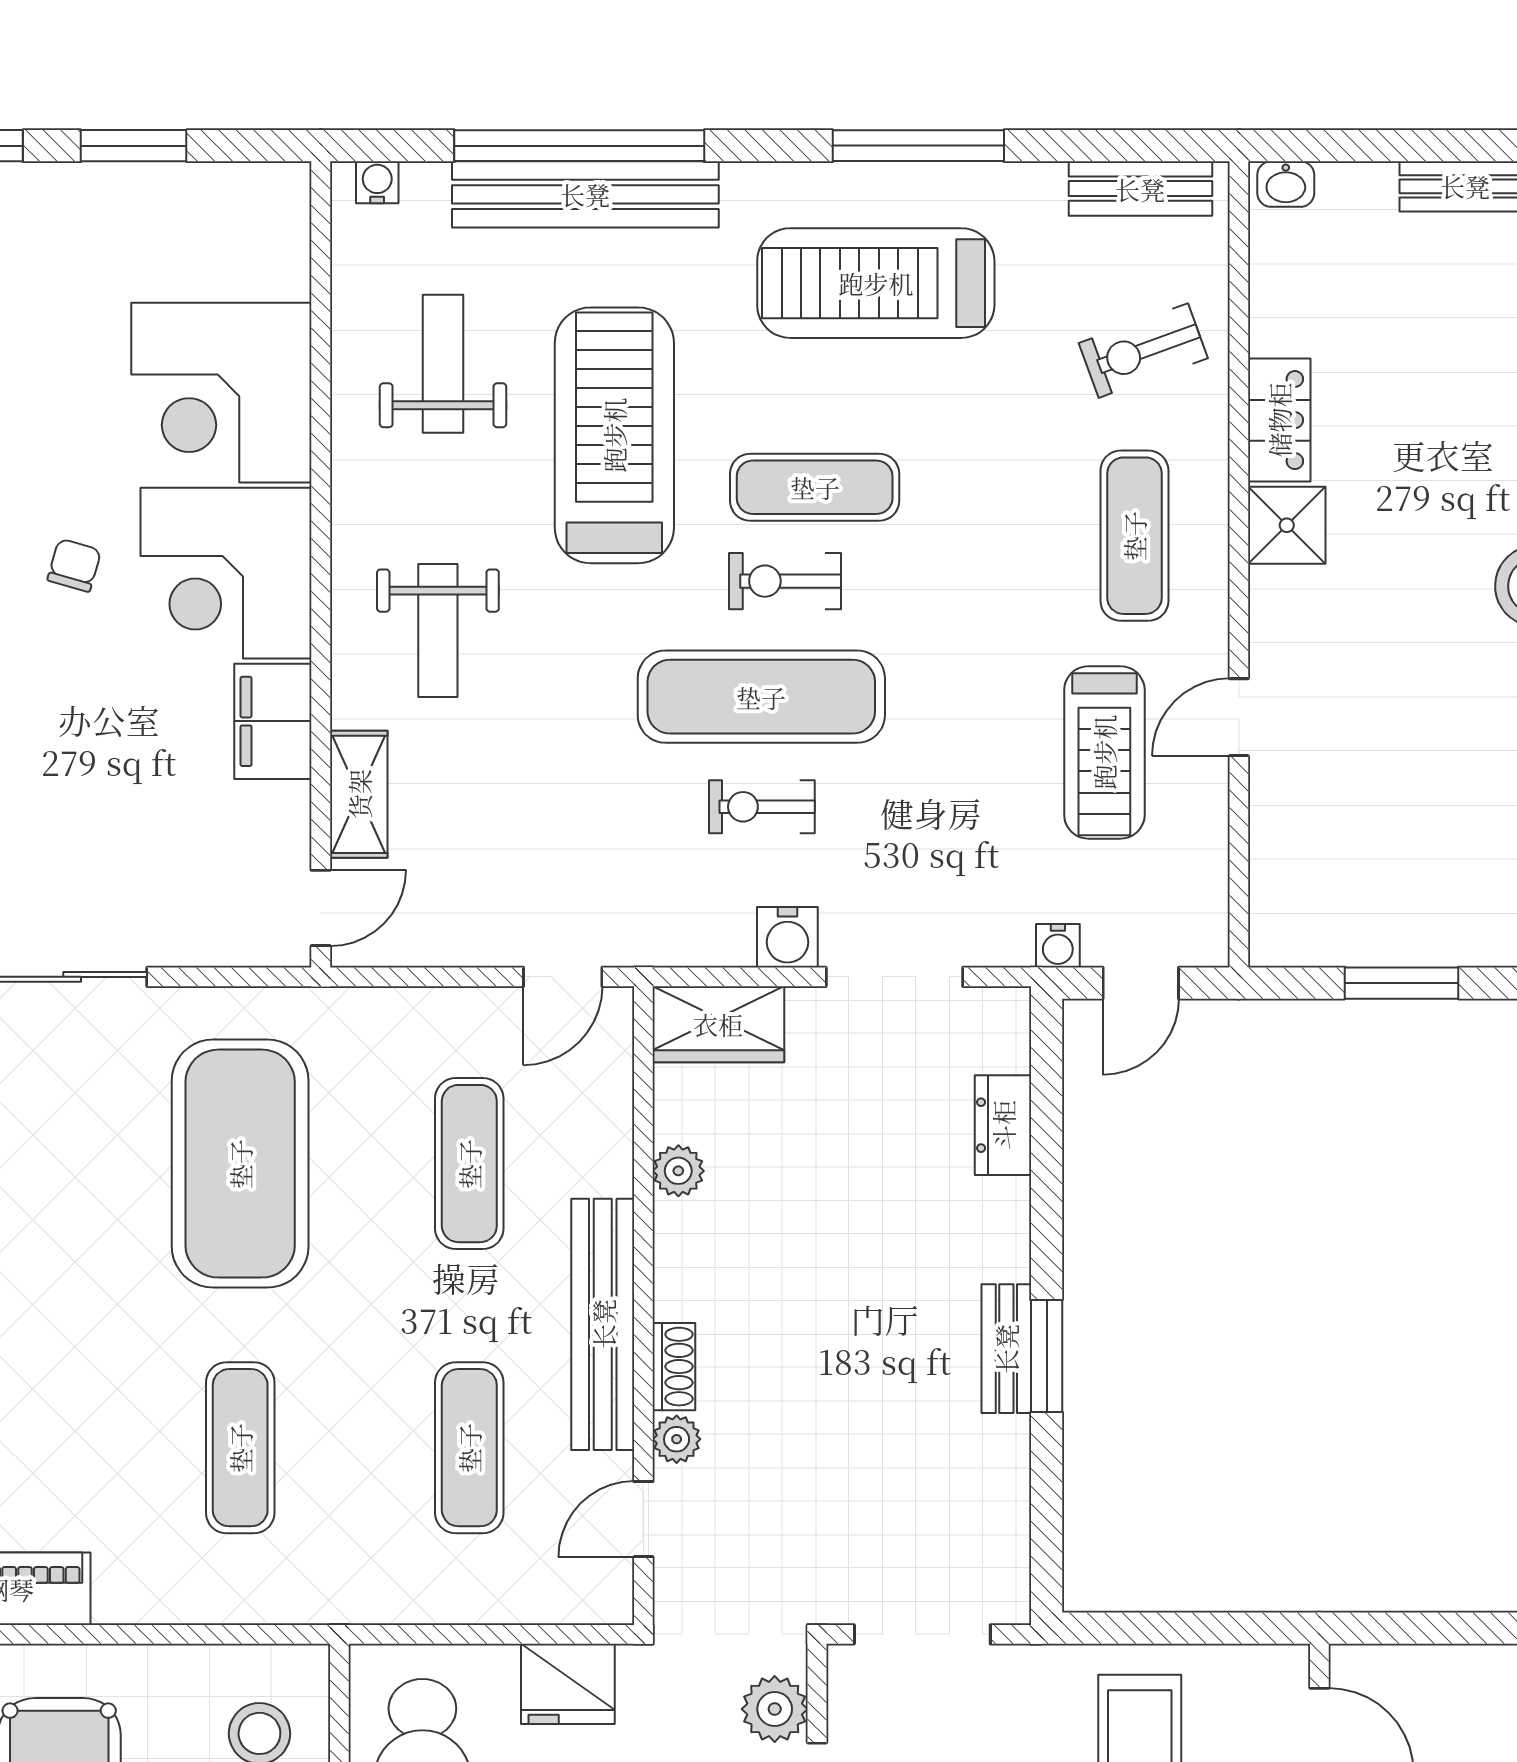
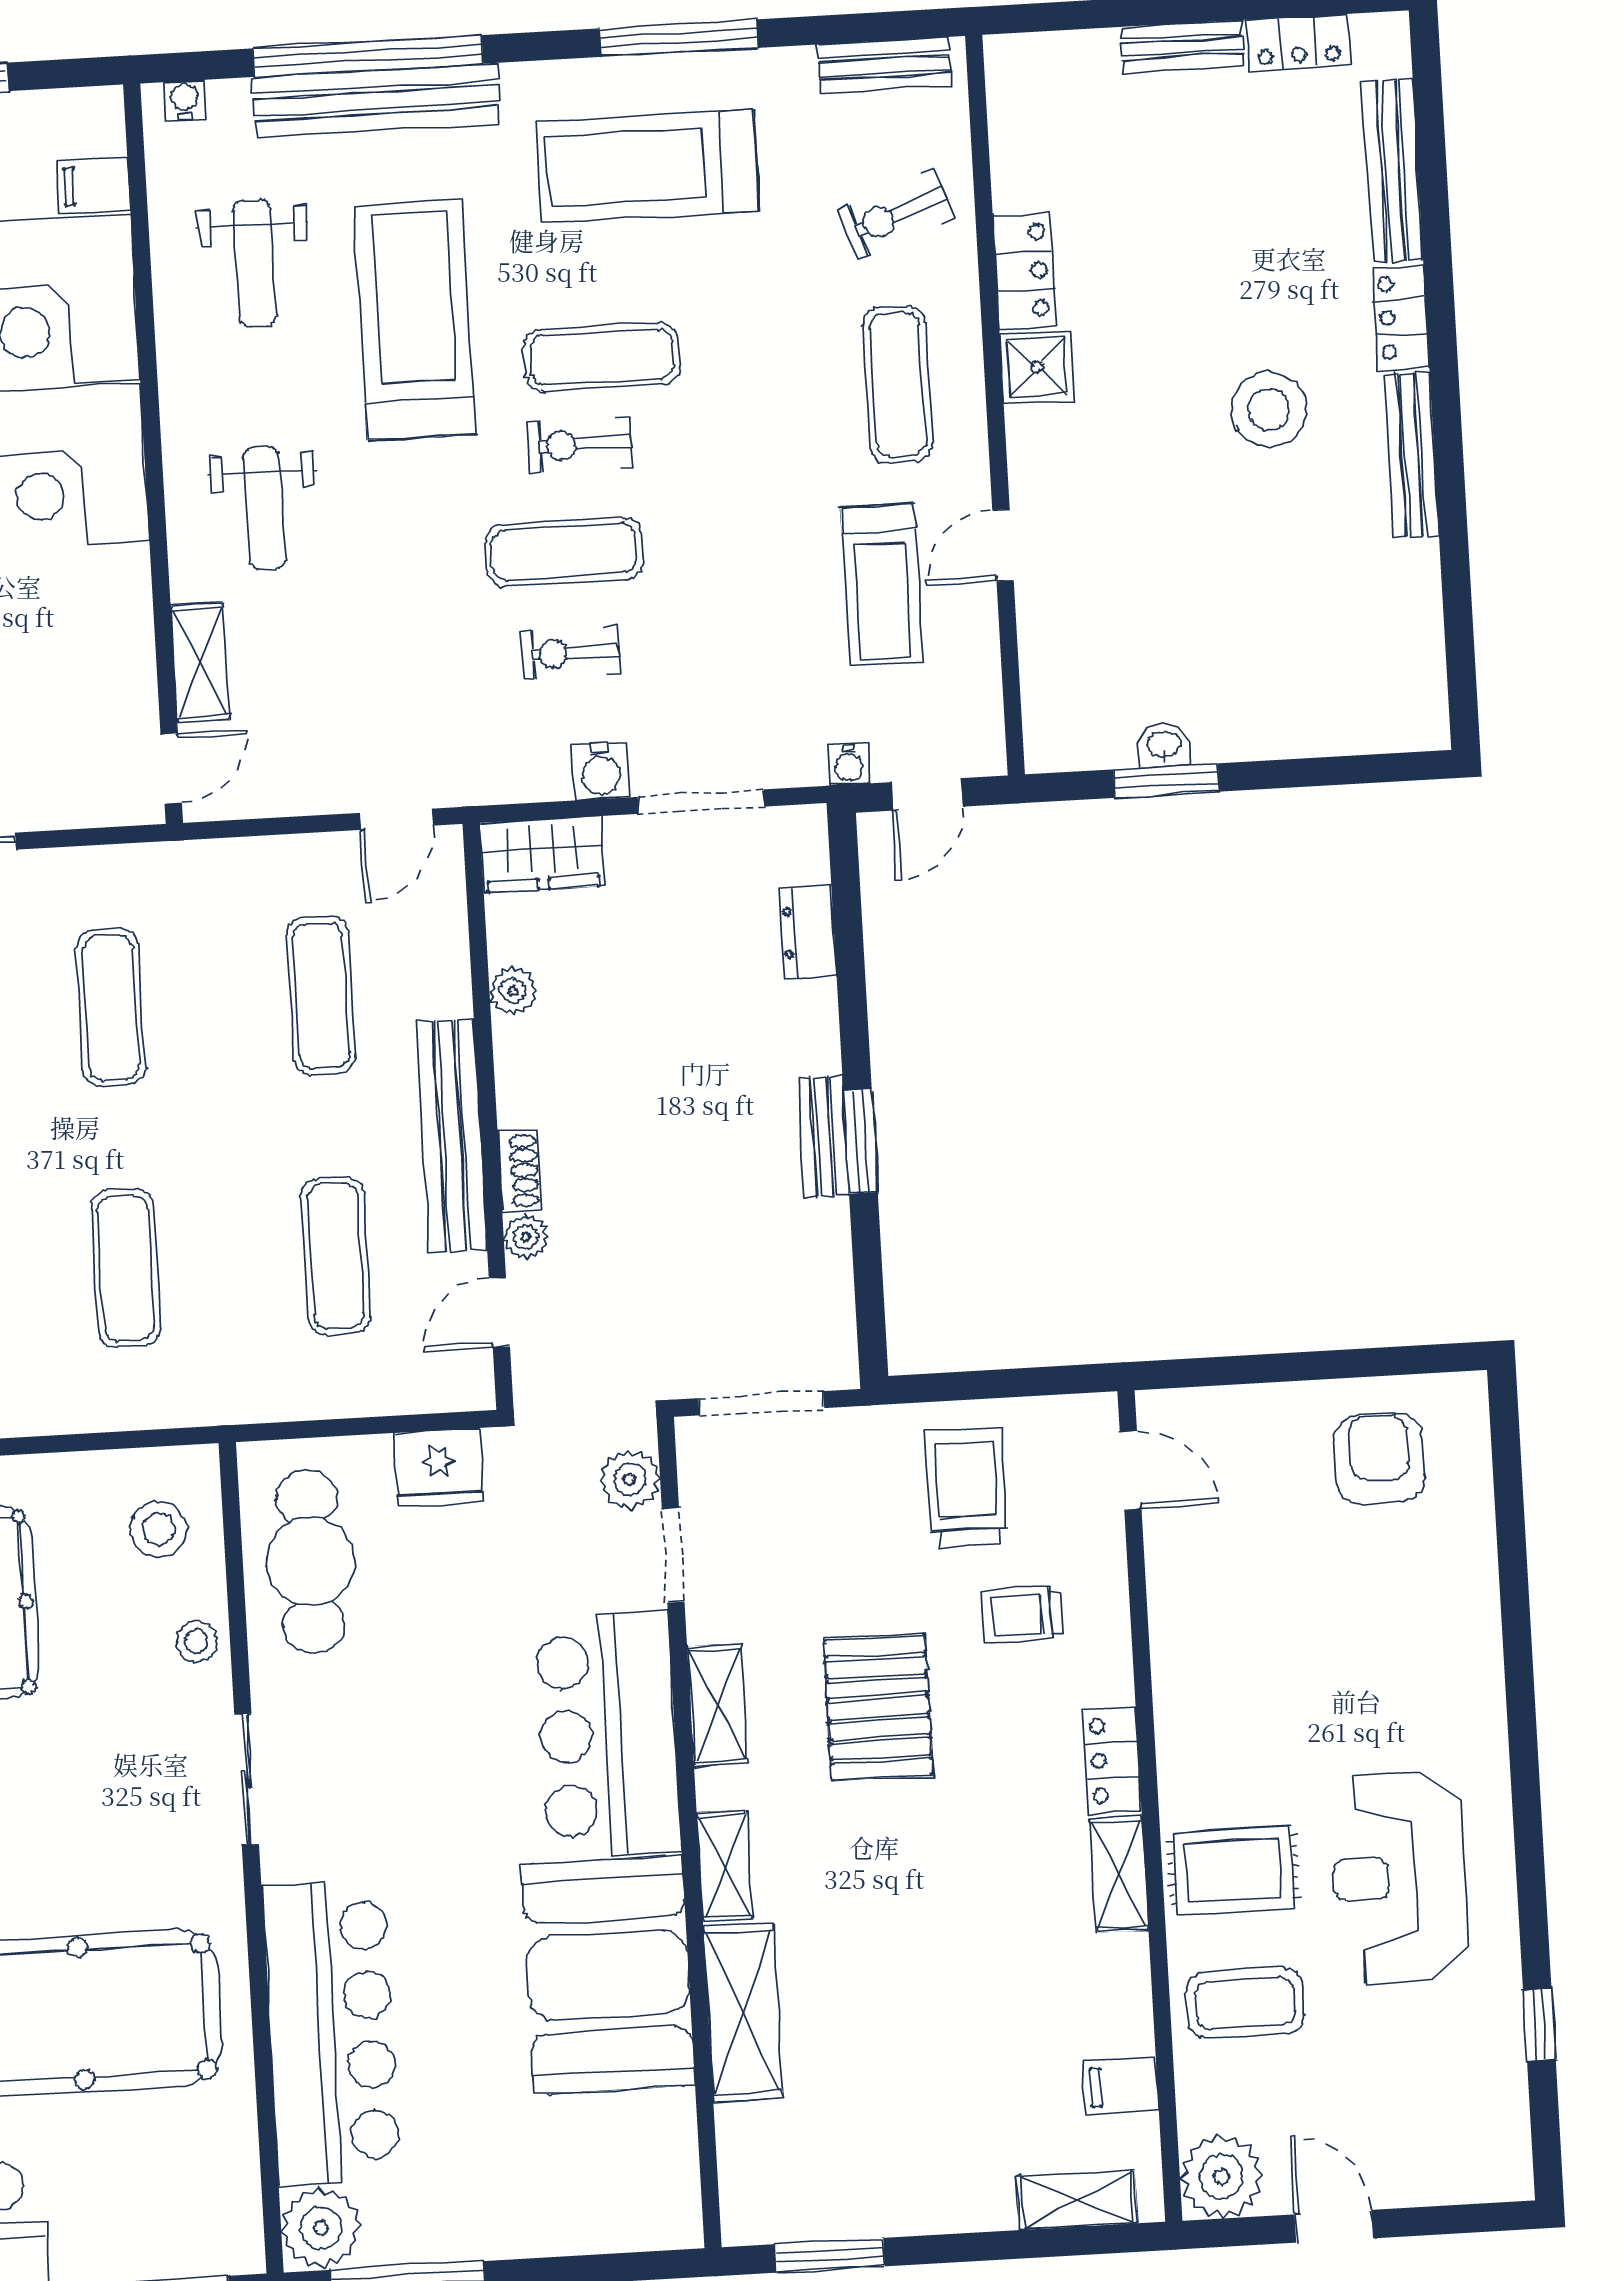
washbasin: (1286, 184) -> (1164, 745), moved, turned 180
weight bench: (443, 364) -> (255, 263), turned 180
exercise mat: (761, 697) -> (564, 552), width x0.73, depth x0.69
filing cabinet: (273, 721) -> (94, 185), moved, width x0.50
exercise mat: (240, 1164) -> (111, 1007), width x0.50, depth x0.69

